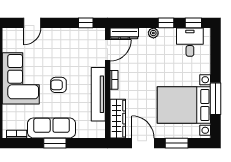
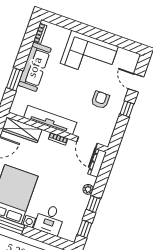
window: (86, 23) -> (127, 109), moved
desk: (190, 42) -> (50, 220), moved, turned 90
armchair: (58, 85) -> (100, 100), moved
window: (55, 143) -> (15, 79), moved

